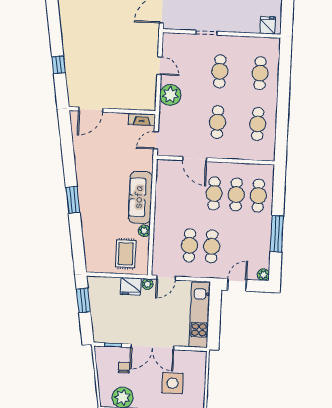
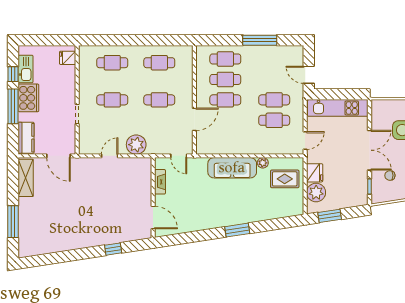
fireplace: (142, 119) -> (160, 182), moved
plant: (263, 275) -> (298, 51), removed
door: (166, 278) -> (305, 141), hinge flipped
plant: (147, 284) -> (316, 192), moved, width x1.87, depth x1.87

